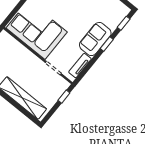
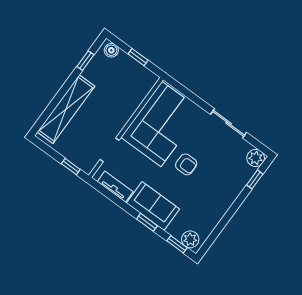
plant: (121, 13) -> (190, 239), added
armchair: (67, 14) -> (186, 164), added

